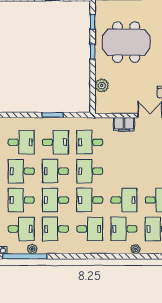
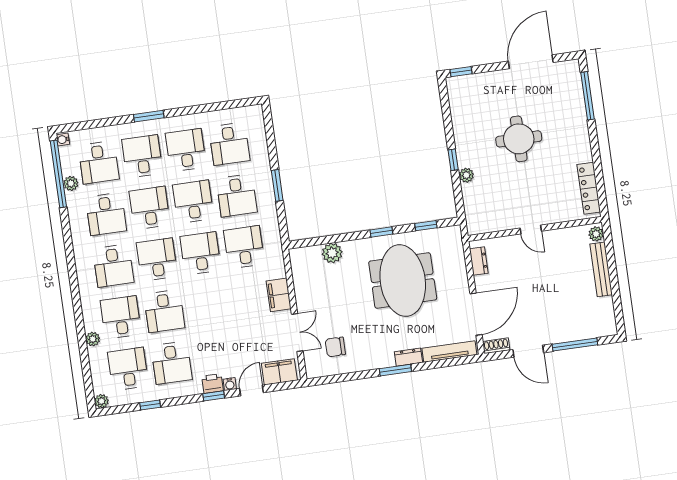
desk: (55, 229) -> (106, 214), turned 180

